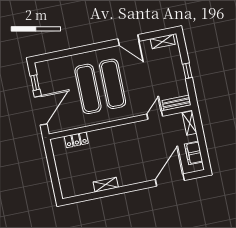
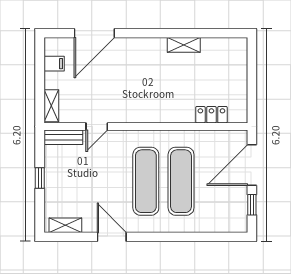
filing cabinet: (194, 153) -> (54, 64), width x0.50

